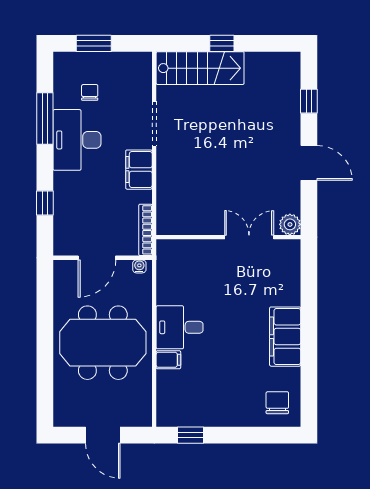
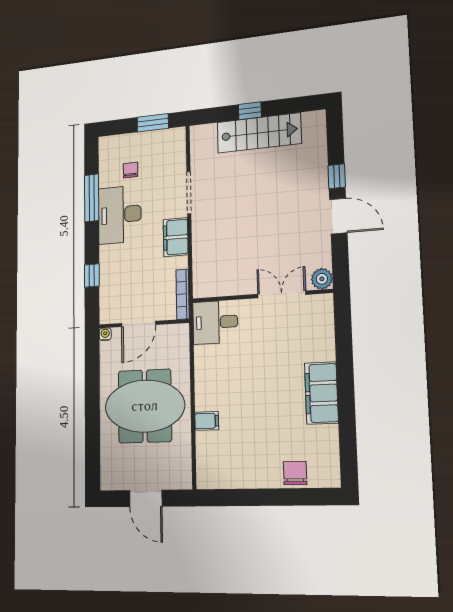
window: (94, 43) -> (153, 123), moved
stairs: (200, 68) -> (259, 133), moved
window: (309, 101) -> (337, 176), moved
water cooler: (139, 266) -> (105, 334), moved
desk: (180, 327) -> (215, 322), moved
chair: (277, 403) -> (295, 473), moved
window: (191, 435) -> (230, 498), removed

